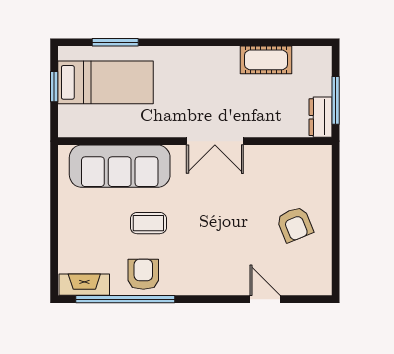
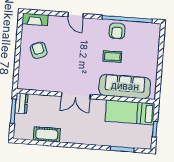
bed: (106, 82) -> (130, 112), moved
double door: (215, 141) -> (76, 95), swing flipped
fireplace: (84, 285) -> (35, 19), moved
door: (265, 299) -> (75, 15), moved

